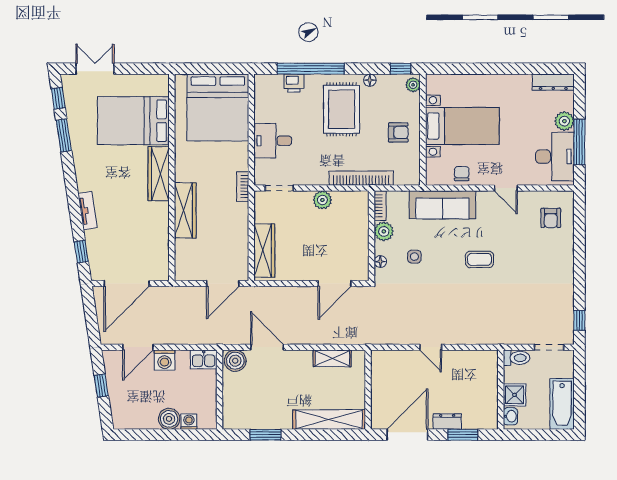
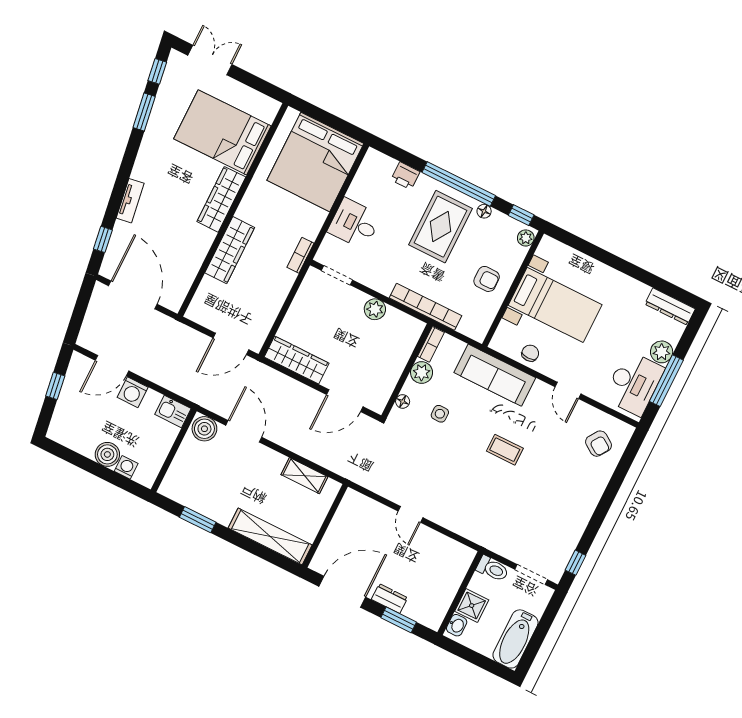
window: (311, 69) -> (459, 184), moved
armchair: (551, 218) -> (598, 444), turned -56
wardrobe: (264, 251) -> (297, 360), moved, turned -90
door: (127, 284) -> (133, 295), swing flipped

